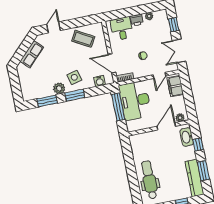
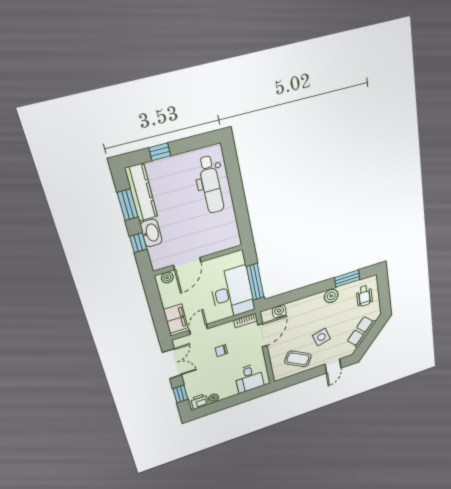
printer: (137, 20) -> (200, 402), moved
door: (112, 63) -> (262, 335), hinge flipped
side table: (74, 77) -> (321, 337), moved
wheelchair: (32, 85) -> (364, 296), added
window: (75, 95) -> (312, 290), removed
washbasin: (187, 137) -> (151, 233), moved

